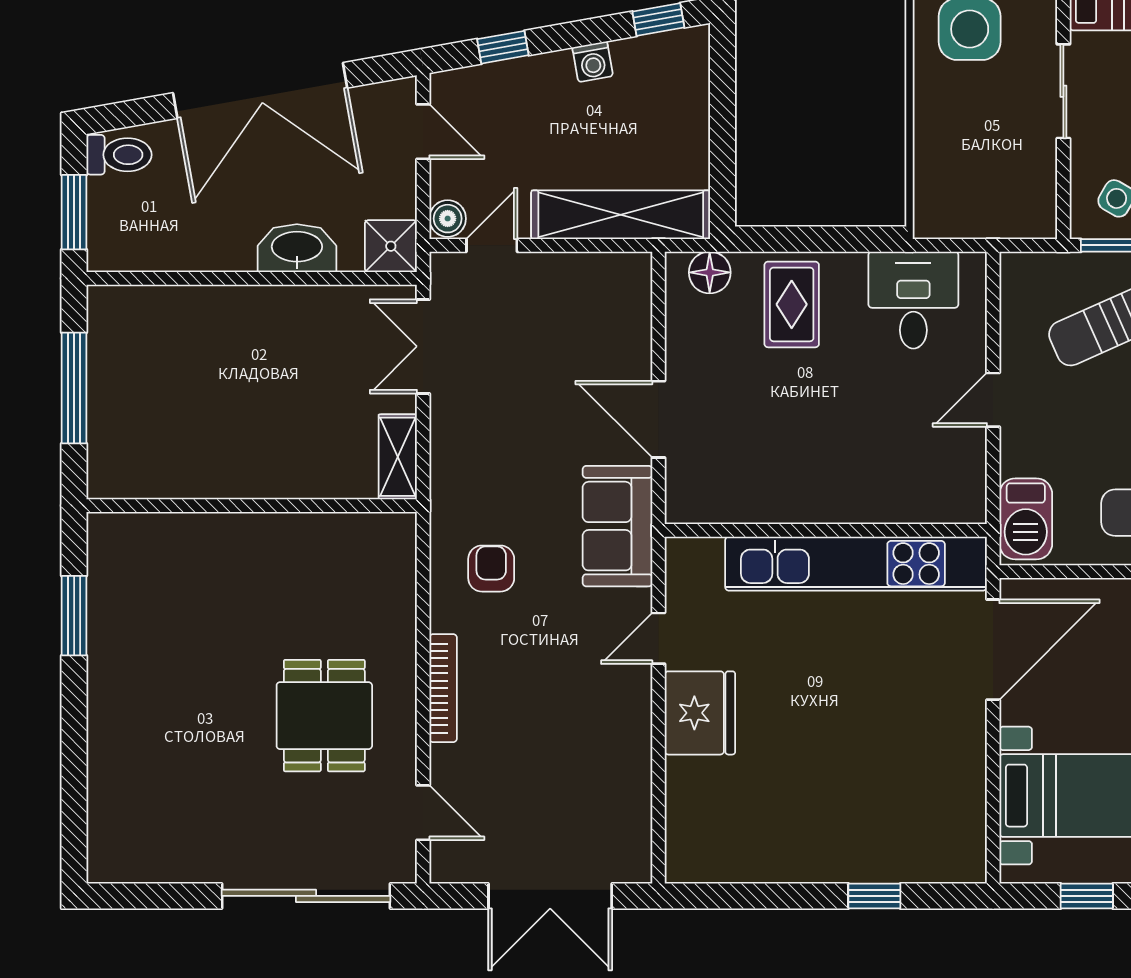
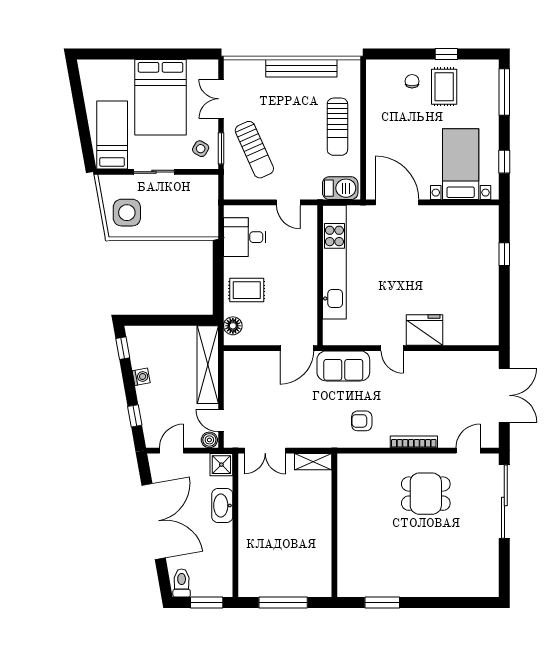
wall: (826, 530) -> (320, 275), moved
kitchen unit: (856, 564) -> (334, 262), moved

